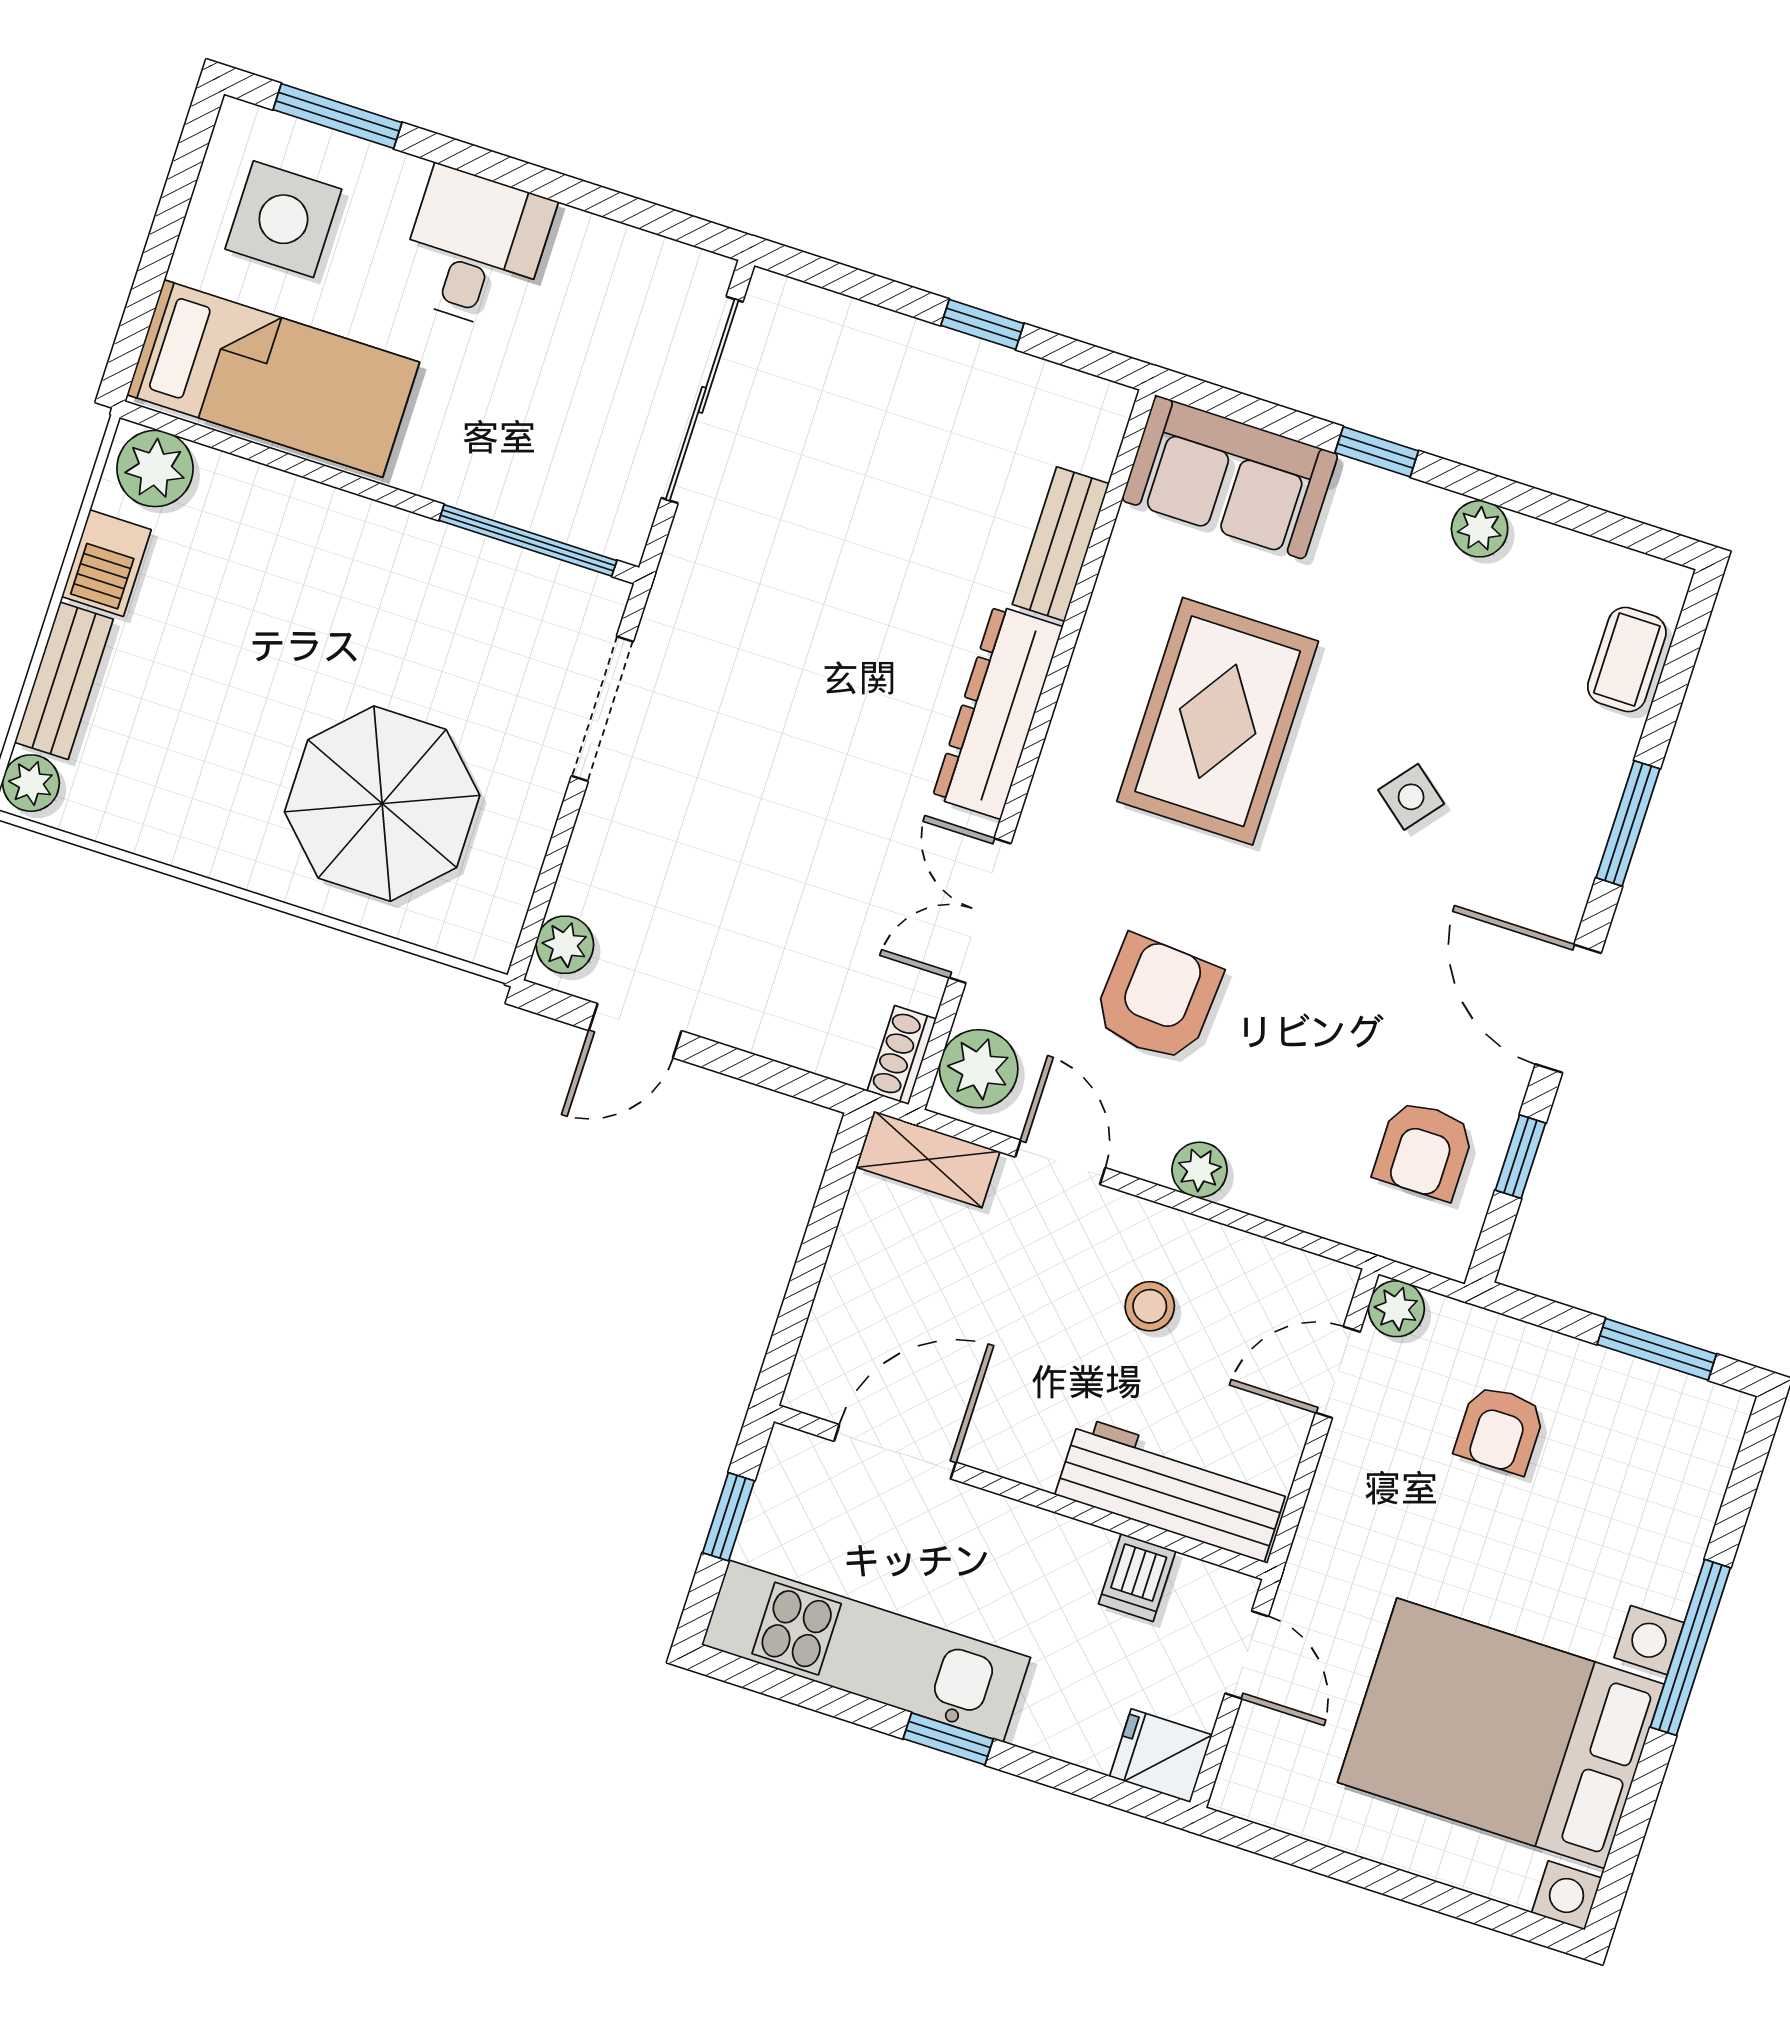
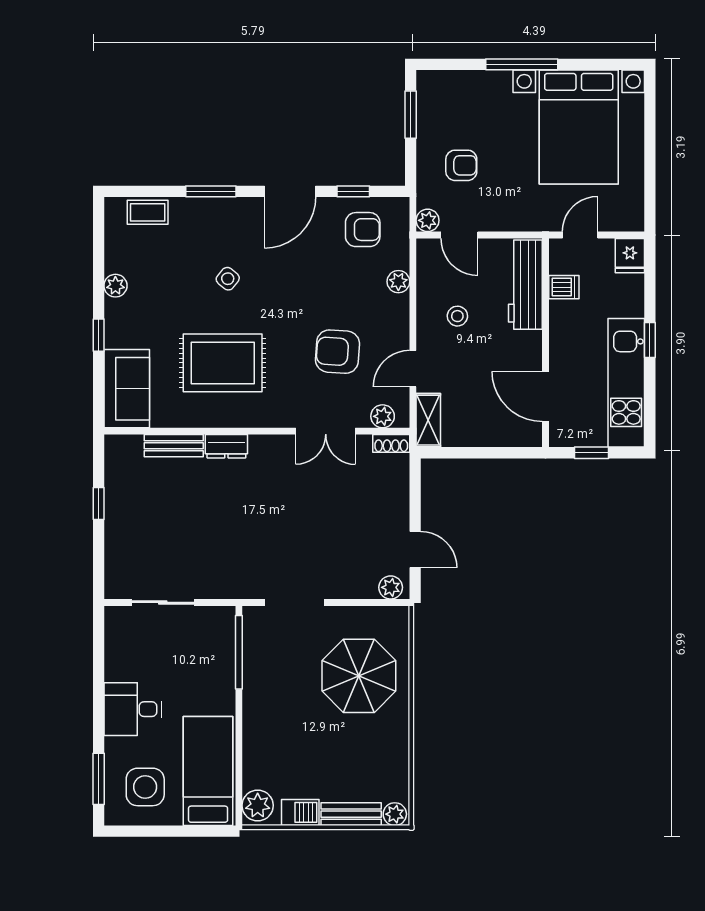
sliding door: (702, 400) -> (163, 602), width x0.73
dresser: (998, 712) -> (226, 446), width x0.51, depth x0.80
plant: (979, 1069) -> (383, 416), width x0.73, depth x0.73
plant: (1200, 1170) -> (398, 282), moved

